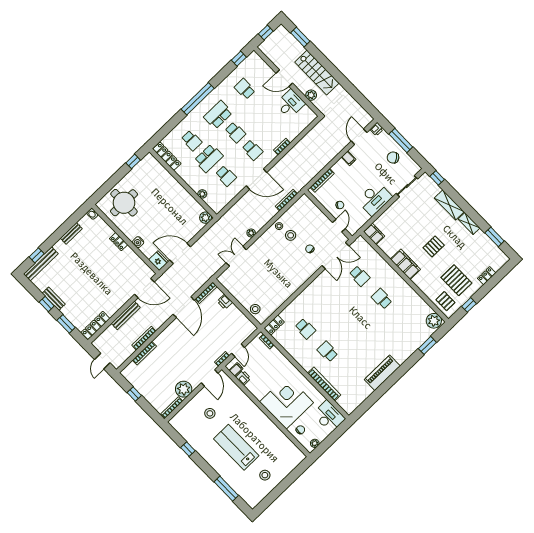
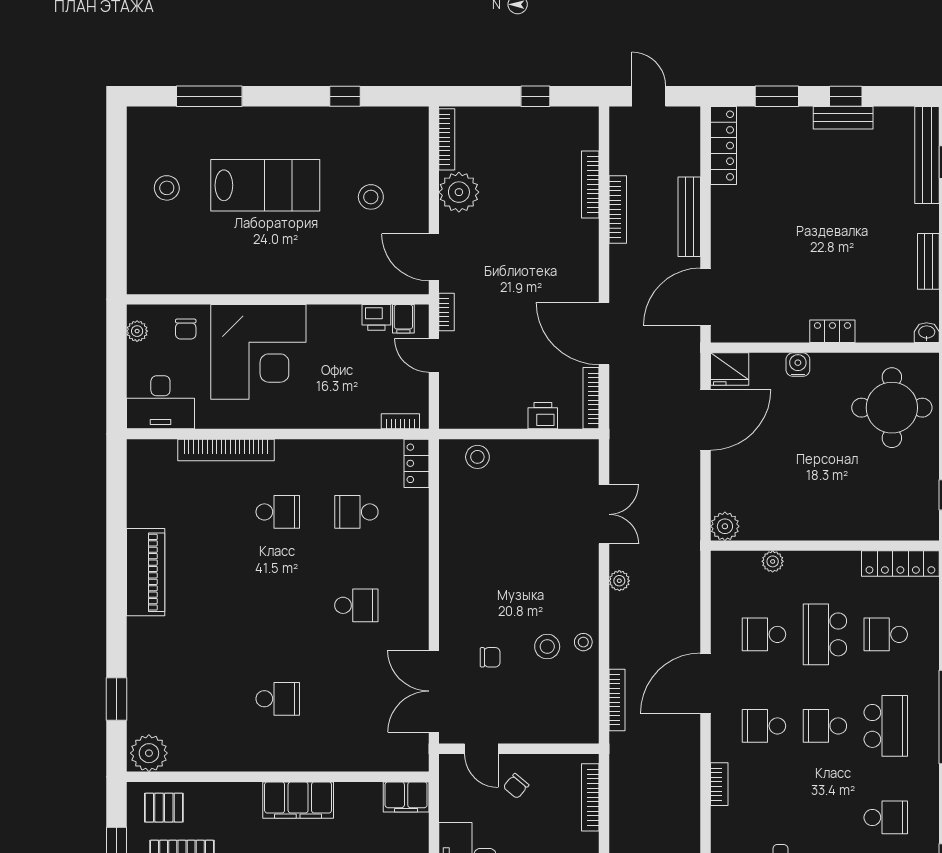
school desk: (360, 276) -> (356, 605), moved, turned 180

